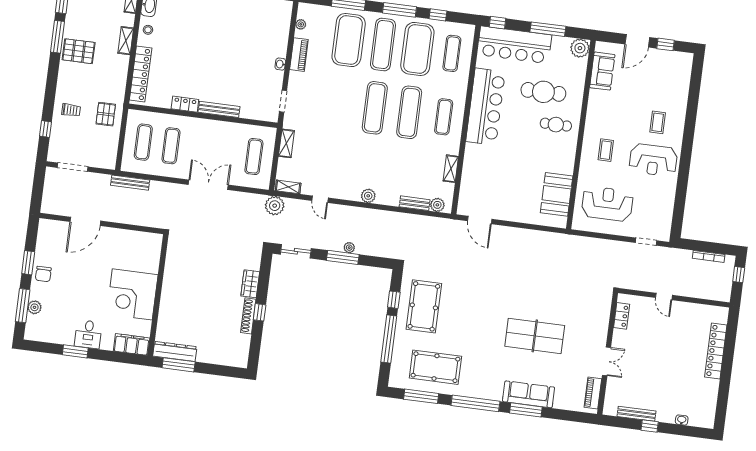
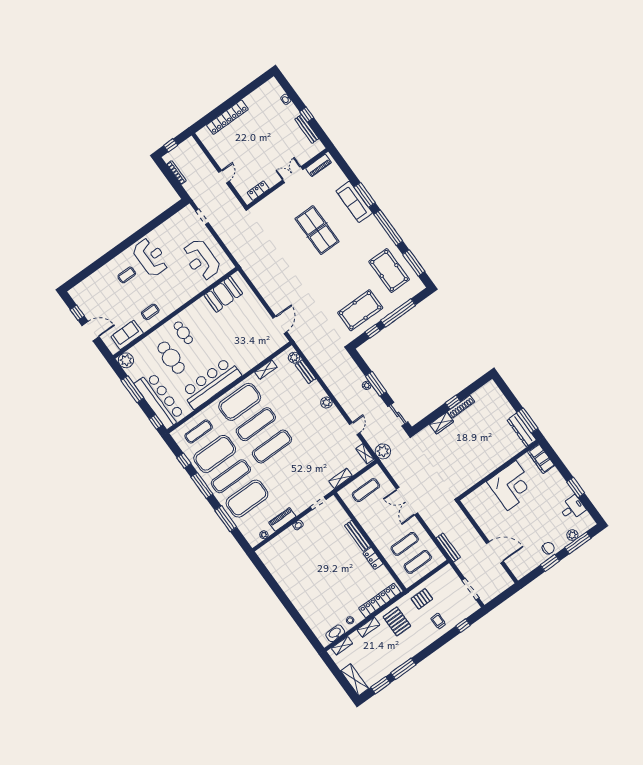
pallet: (79, 51) -> (397, 621), moved
exercise mat: (444, 117) -> (240, 402), width x2.00, depth x1.45
coffee table: (606, 150) -> (150, 312), moved
desk: (88, 334) -> (572, 508), moved

